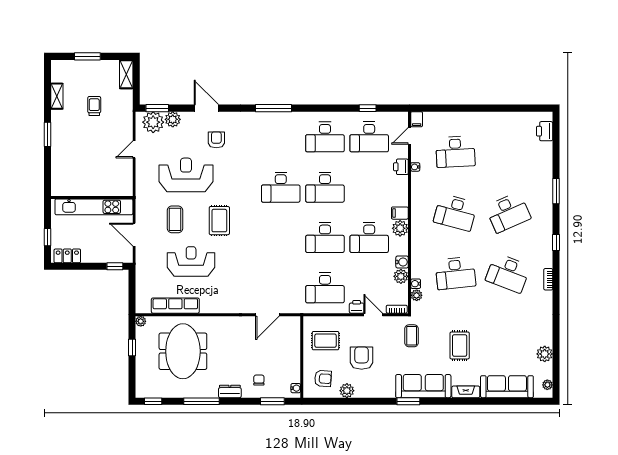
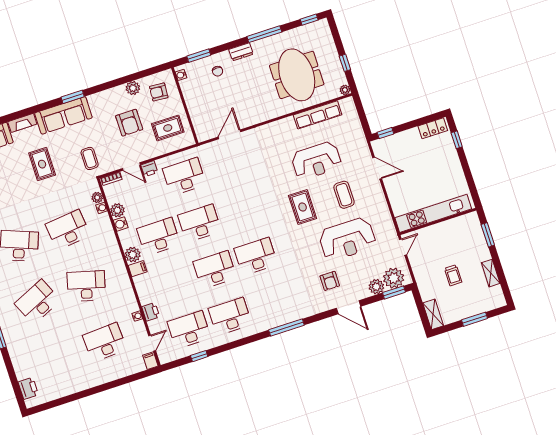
wall: (92, 197) -> (438, 221), moved
kitchen unit: (94, 207) -> (433, 213), moved

